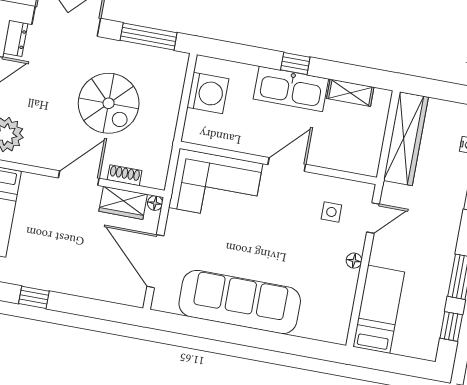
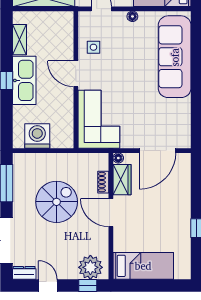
side table: (331, 212) -> (93, 47), moved
sofa: (240, 302) -> (175, 57), moved

